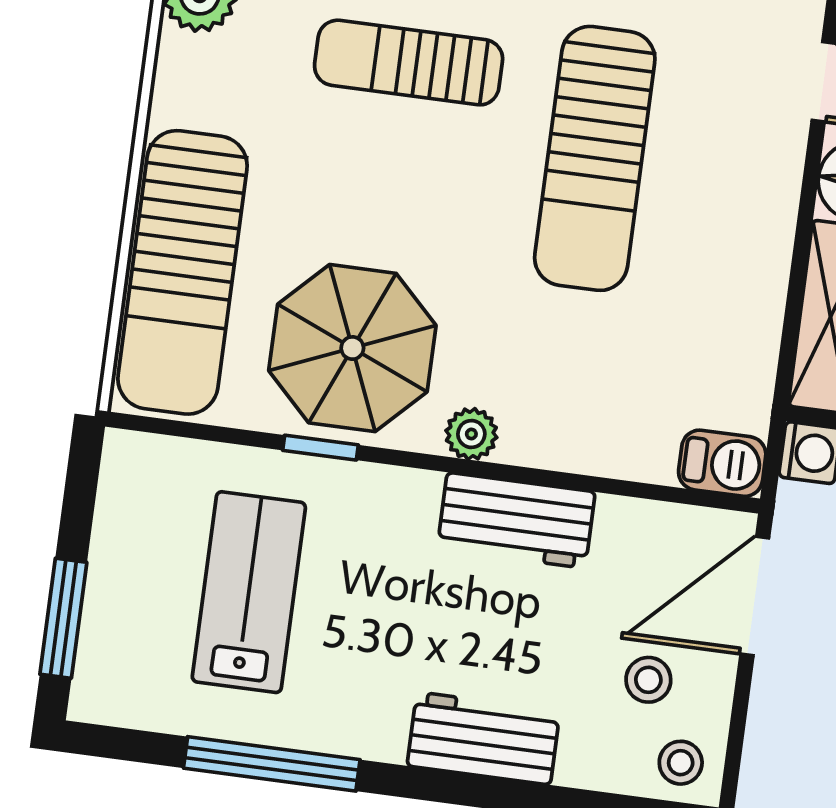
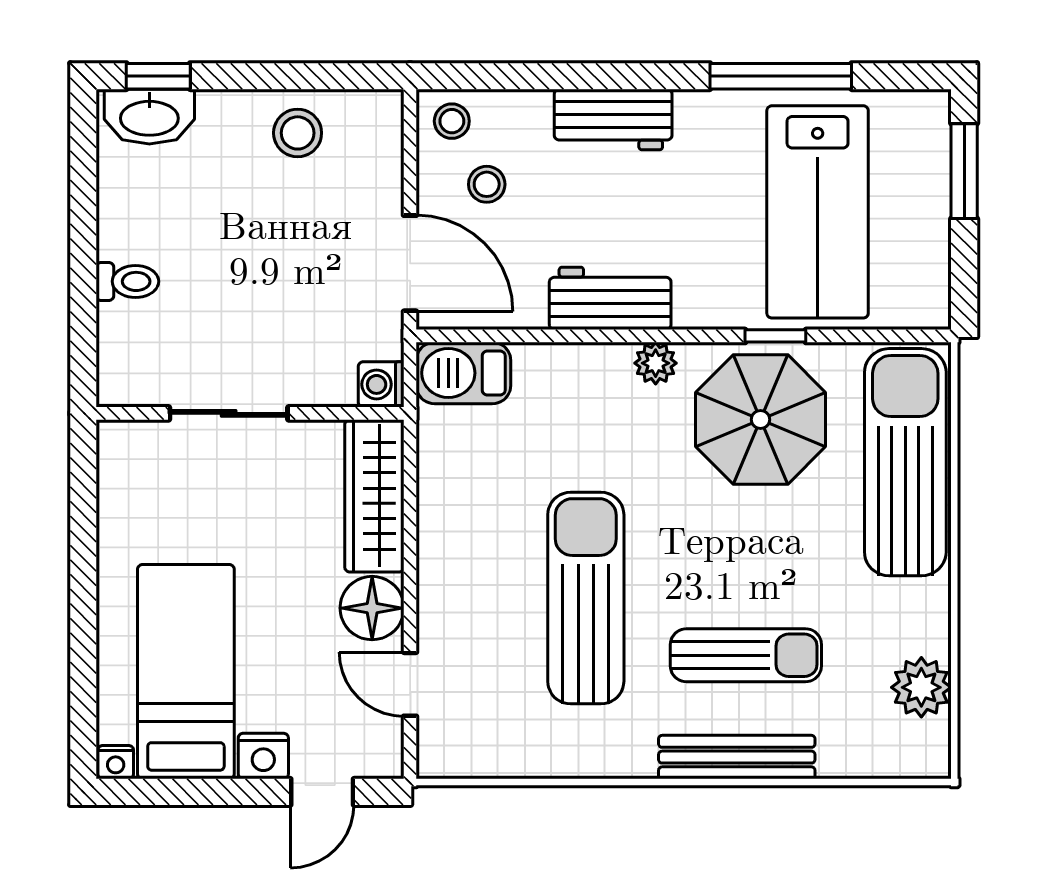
barbecue: (722, 463) -> (463, 373), width x1.38, depth x1.27
lab bench: (249, 592) -> (818, 212), width x1.36, depth x1.39
door: (755, 596) -> (410, 263), hinge flipped

